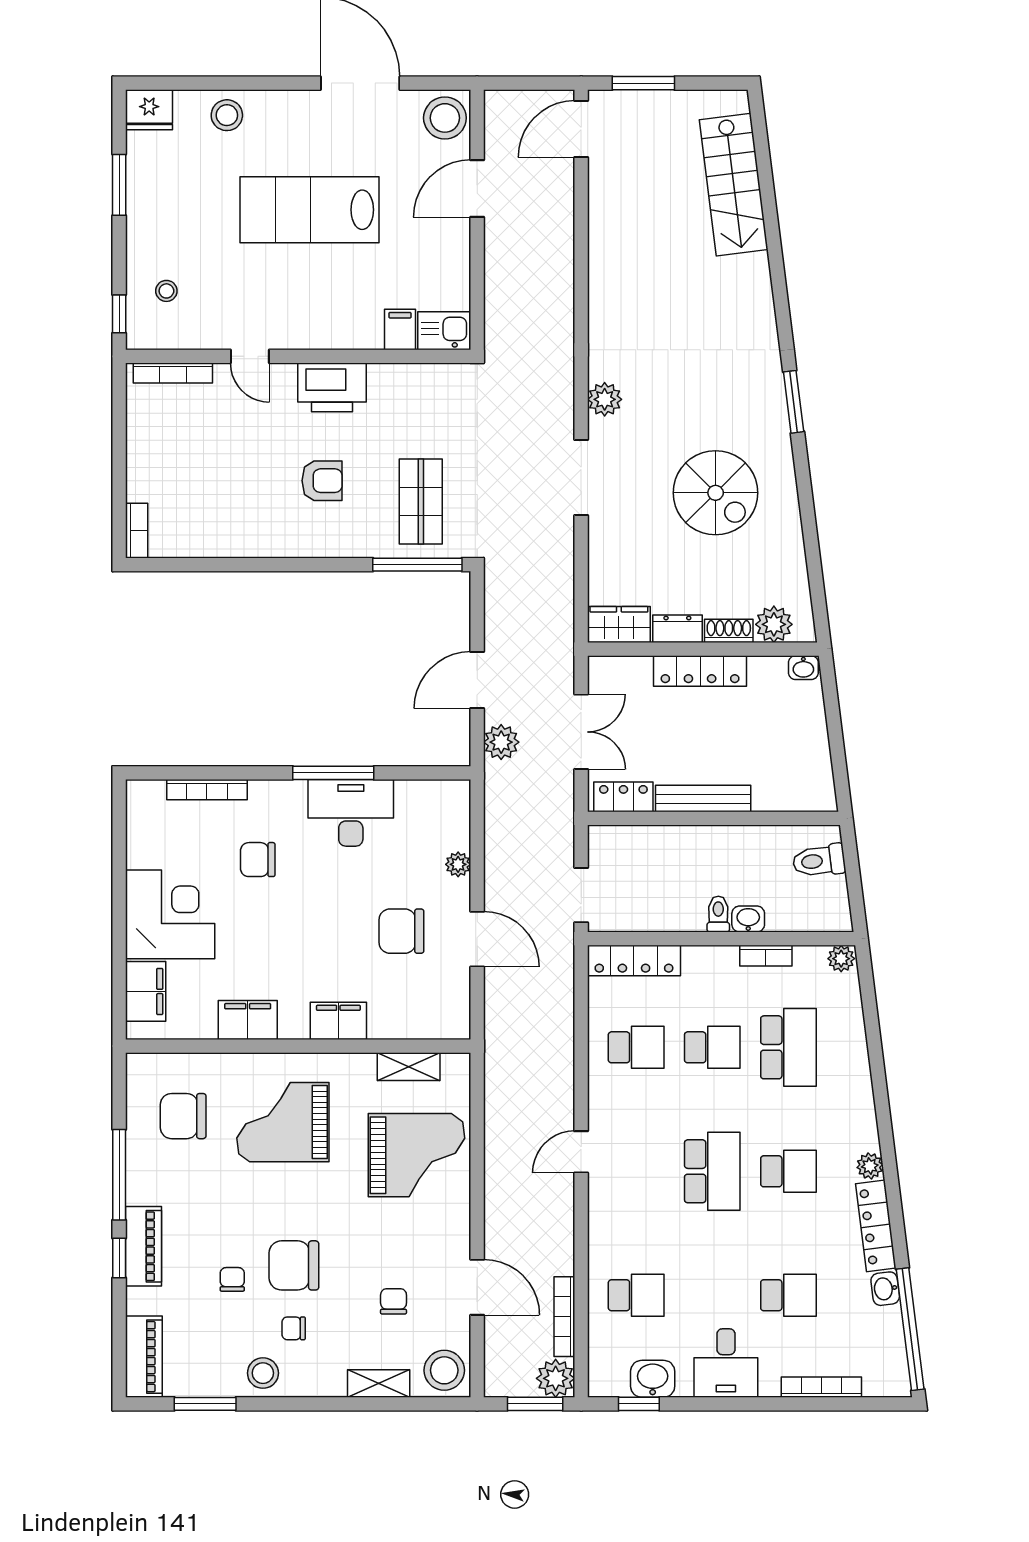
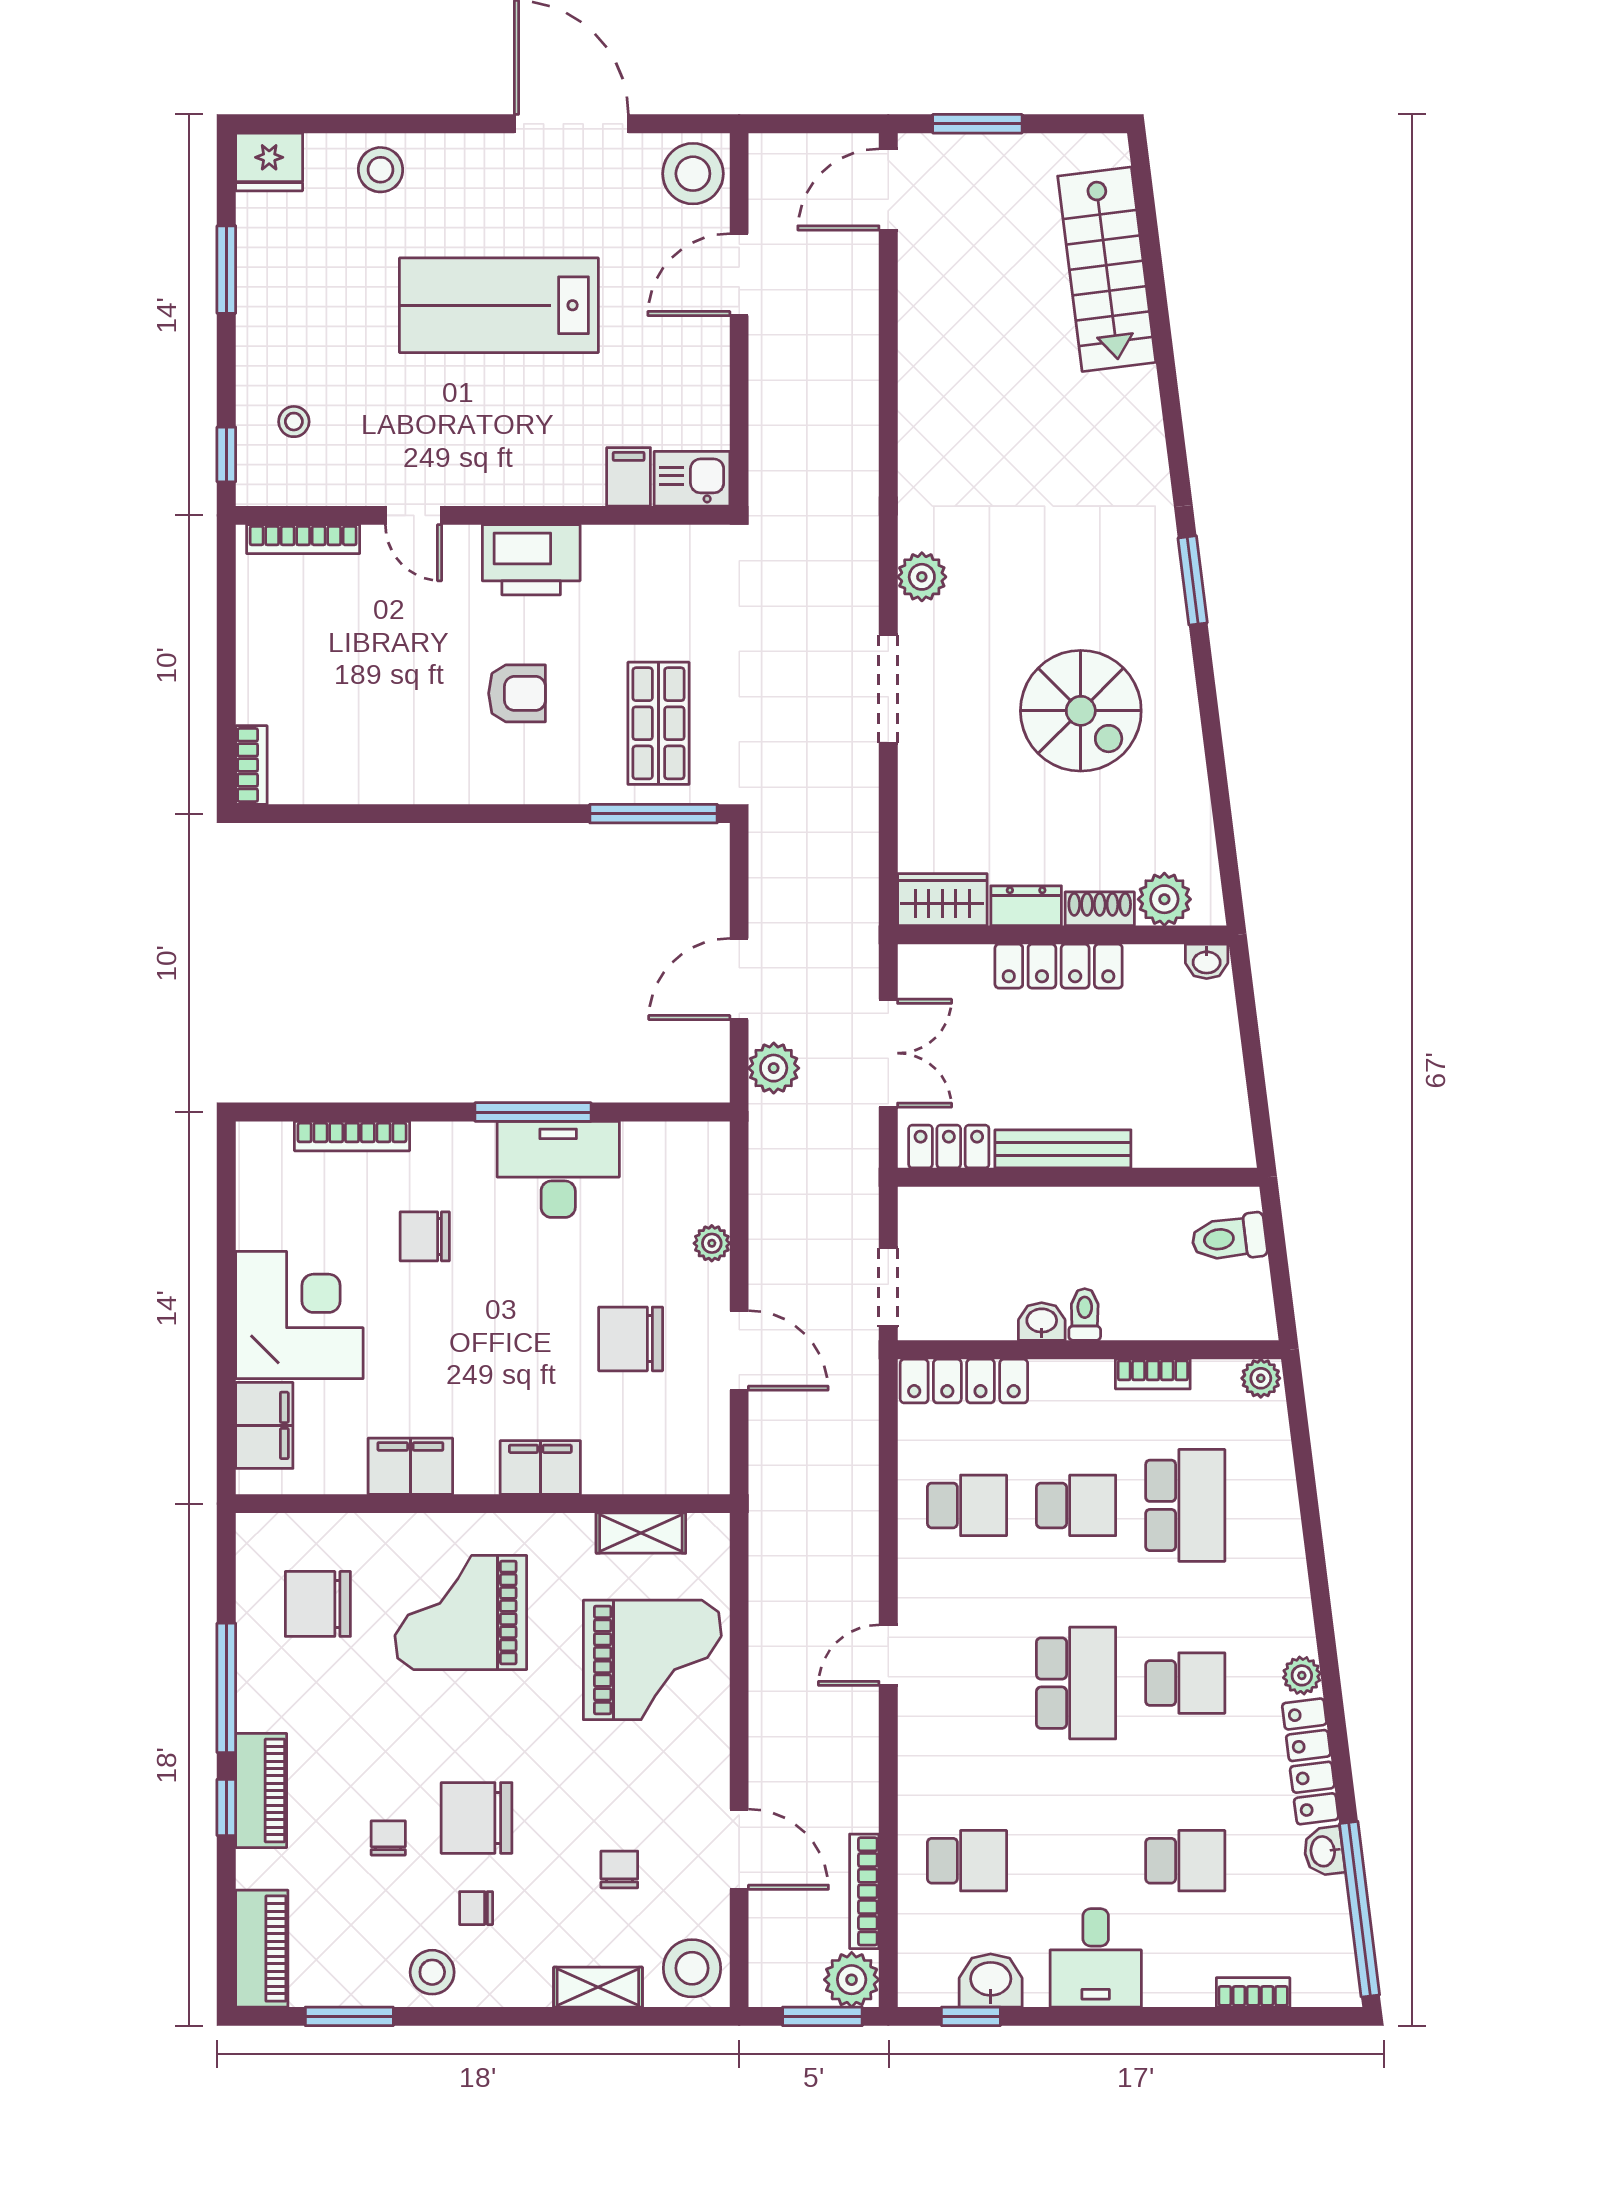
washbasin: (748, 919) -> (1042, 1322), moved
bookcase: (821, 1387) -> (1253, 1992), width x0.64

